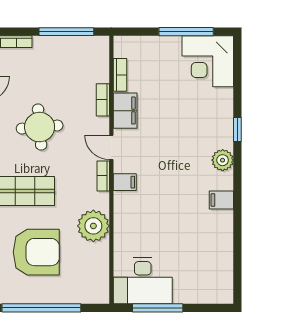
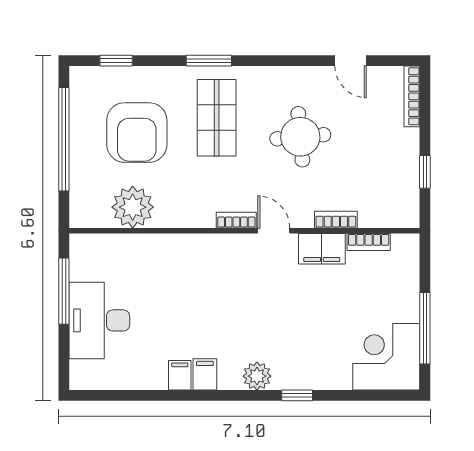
window: (66, 32) -> (425, 172), width x0.46
door: (111, 147) -> (274, 231), hinge flipped
filing cabinet: (125, 182) -> (180, 375), moved, turned 180
plant: (93, 226) -> (133, 207), moved
desk: (143, 281) -> (99, 320), moved

